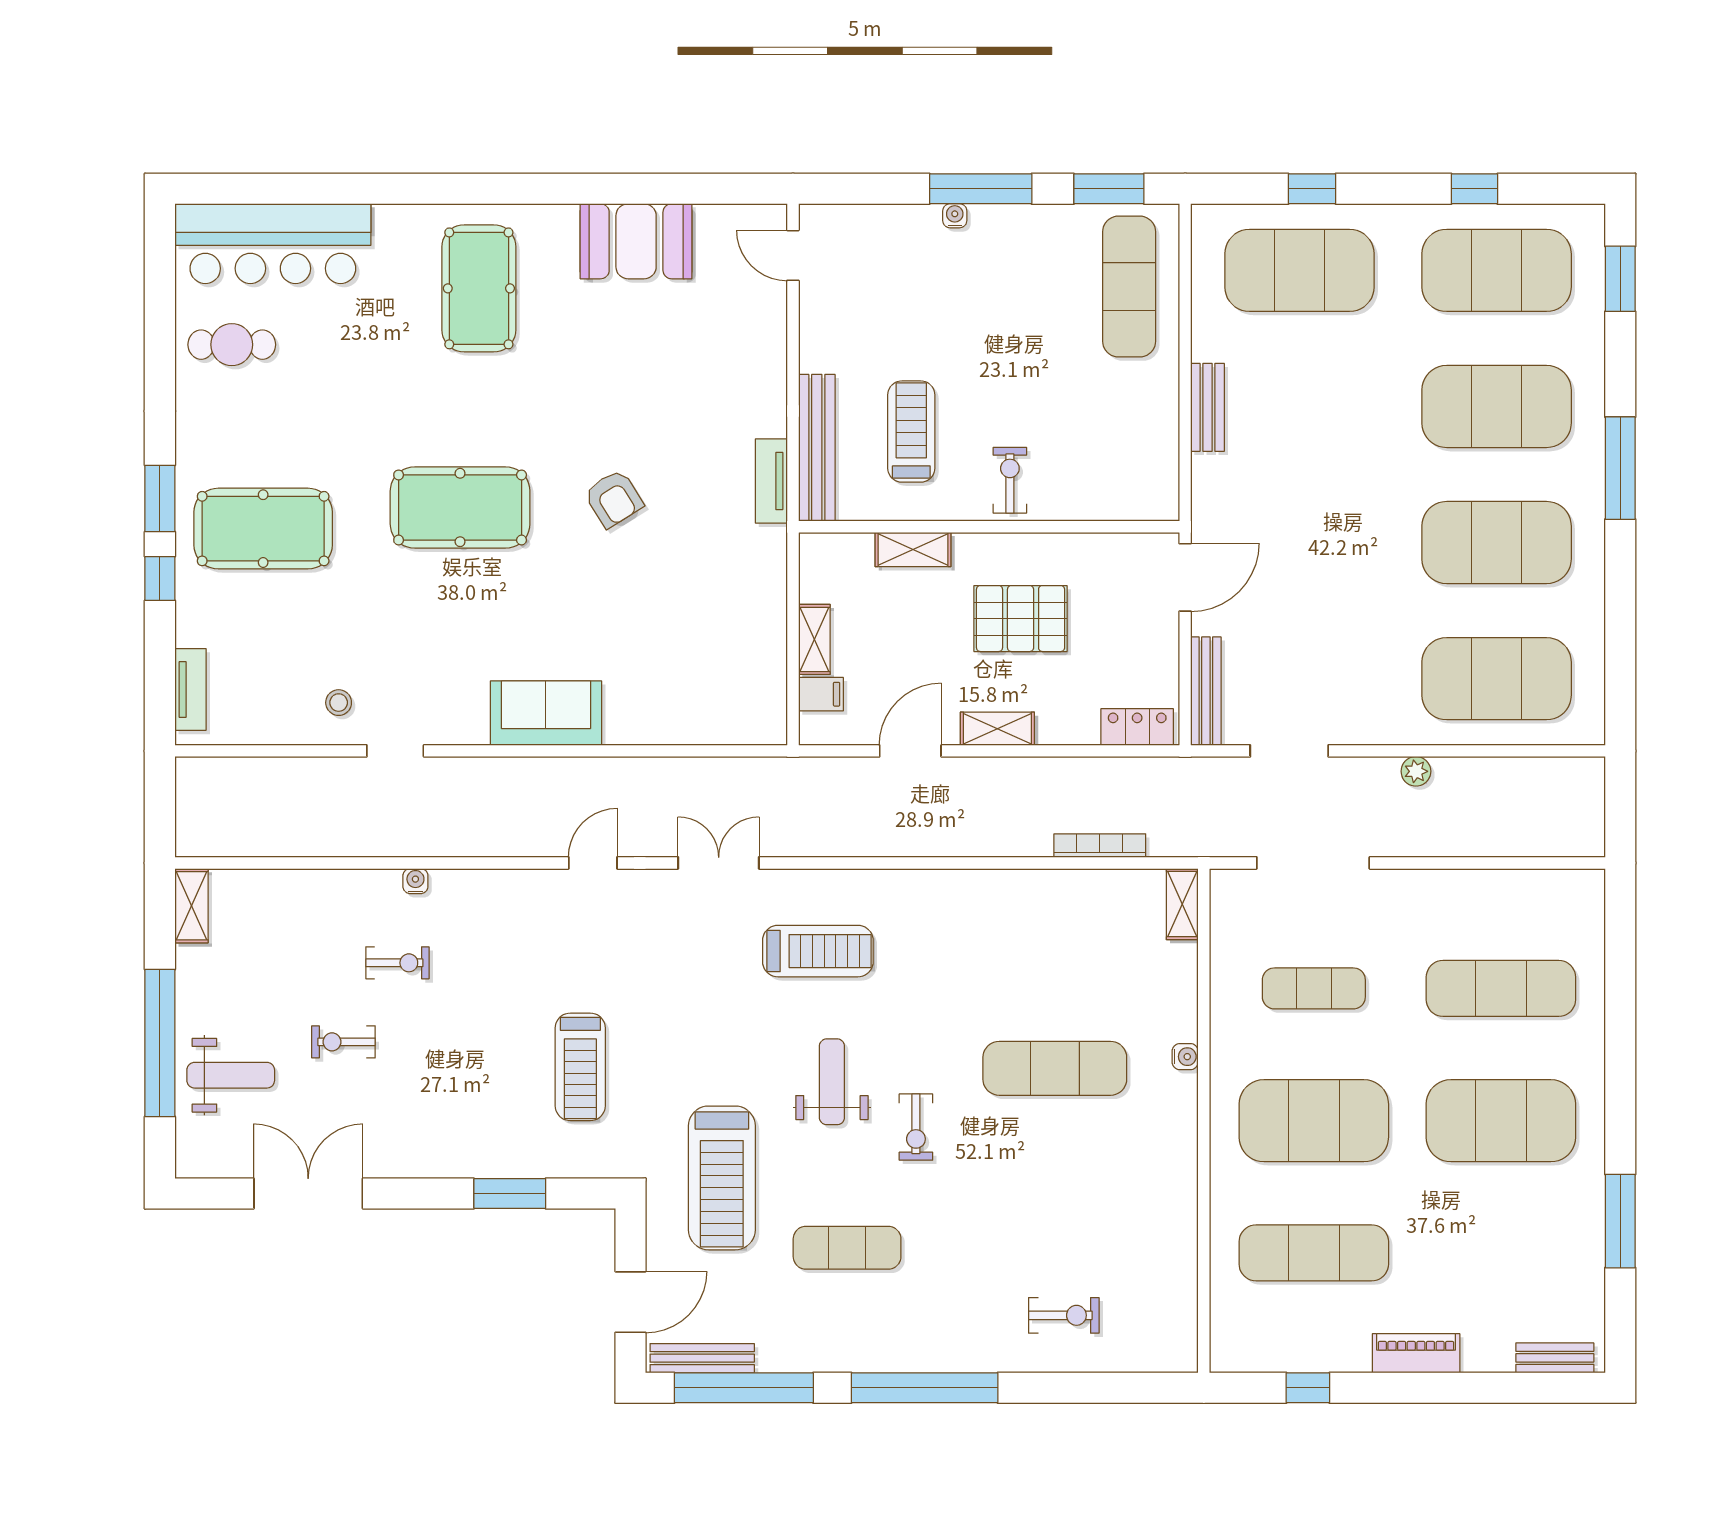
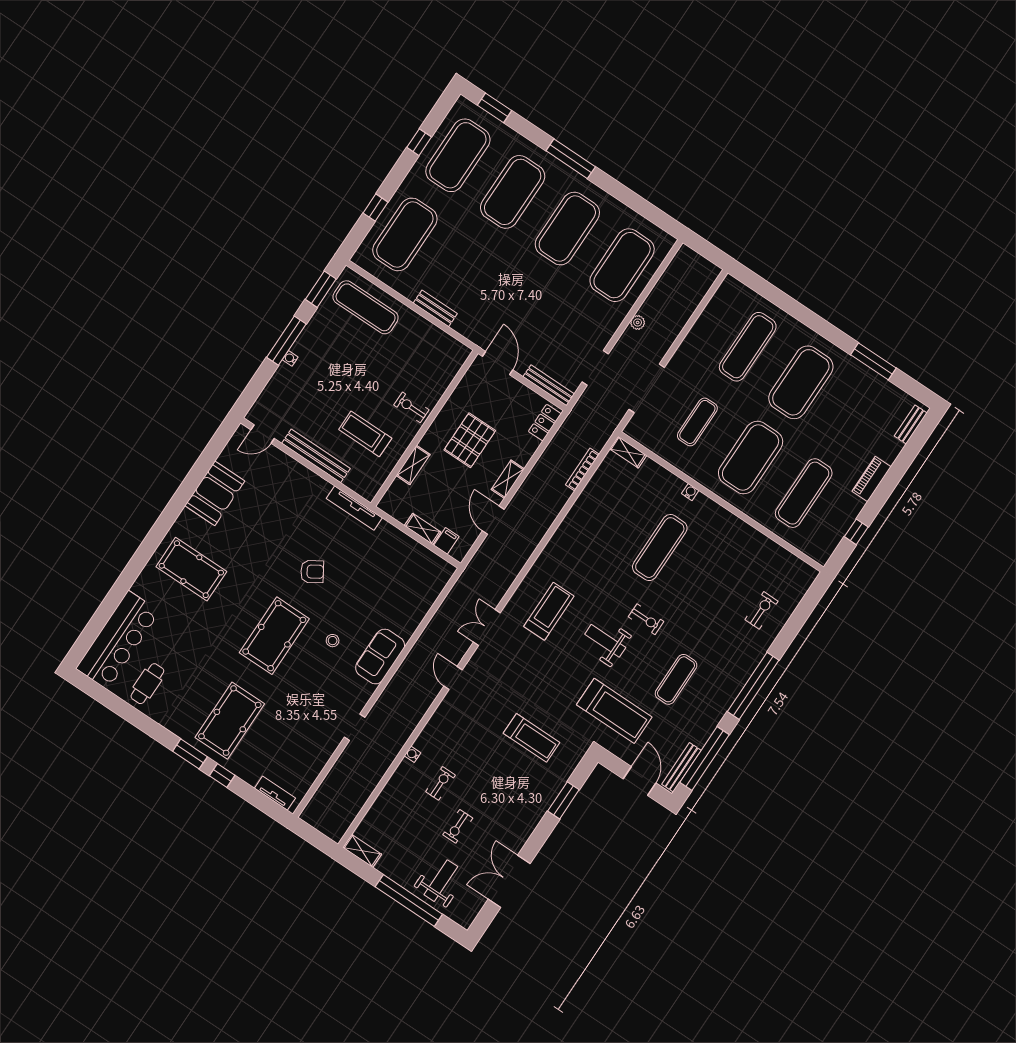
bench: (817, 448) -> (316, 456), moved
tv unit: (771, 481) -> (354, 508), width x1.41
stool: (339, 703) -> (333, 641), moved

